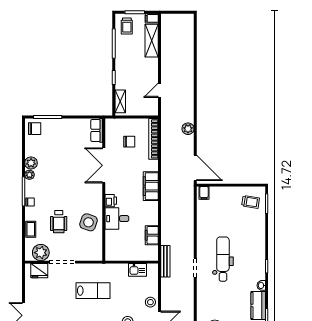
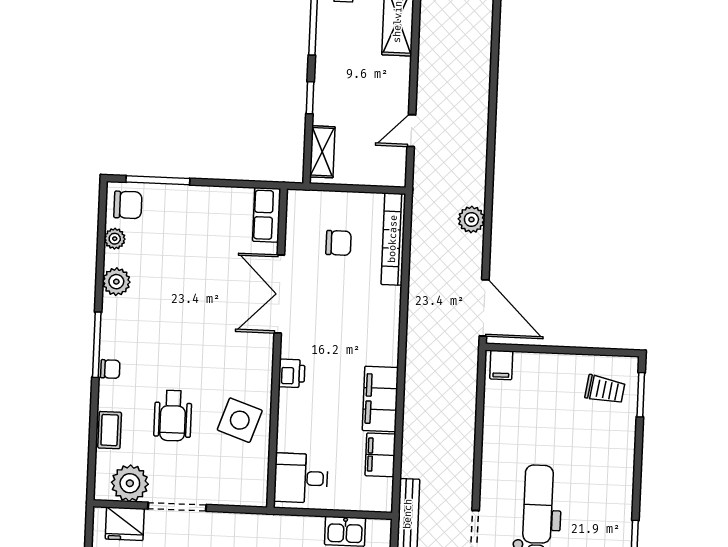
plant: (29, 175) -> (115, 239), moved
filing cabinet: (151, 186) -> (380, 399), moved
desk: (117, 219) -> (301, 478), moved

